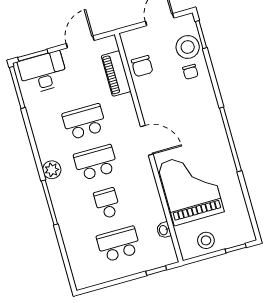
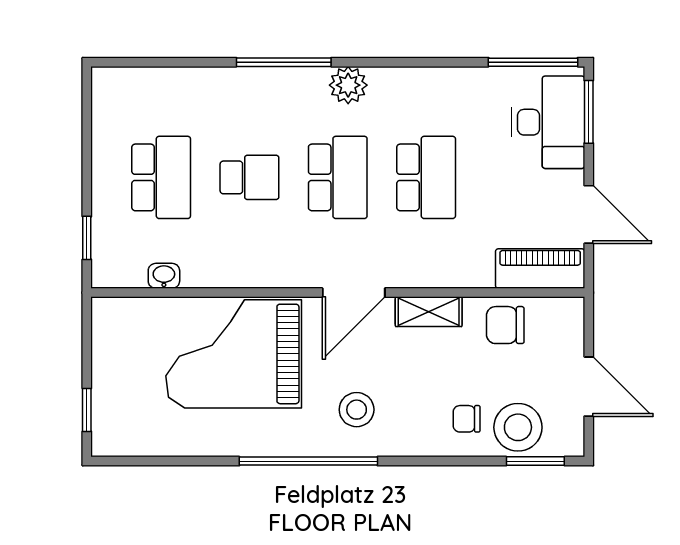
piano: (116, 74) -> (540, 269), moved
shelving: (146, 103) -> (429, 312), added
grand piano: (191, 188) -> (234, 354), turned 180
stool: (206, 240) -> (357, 410), moved

